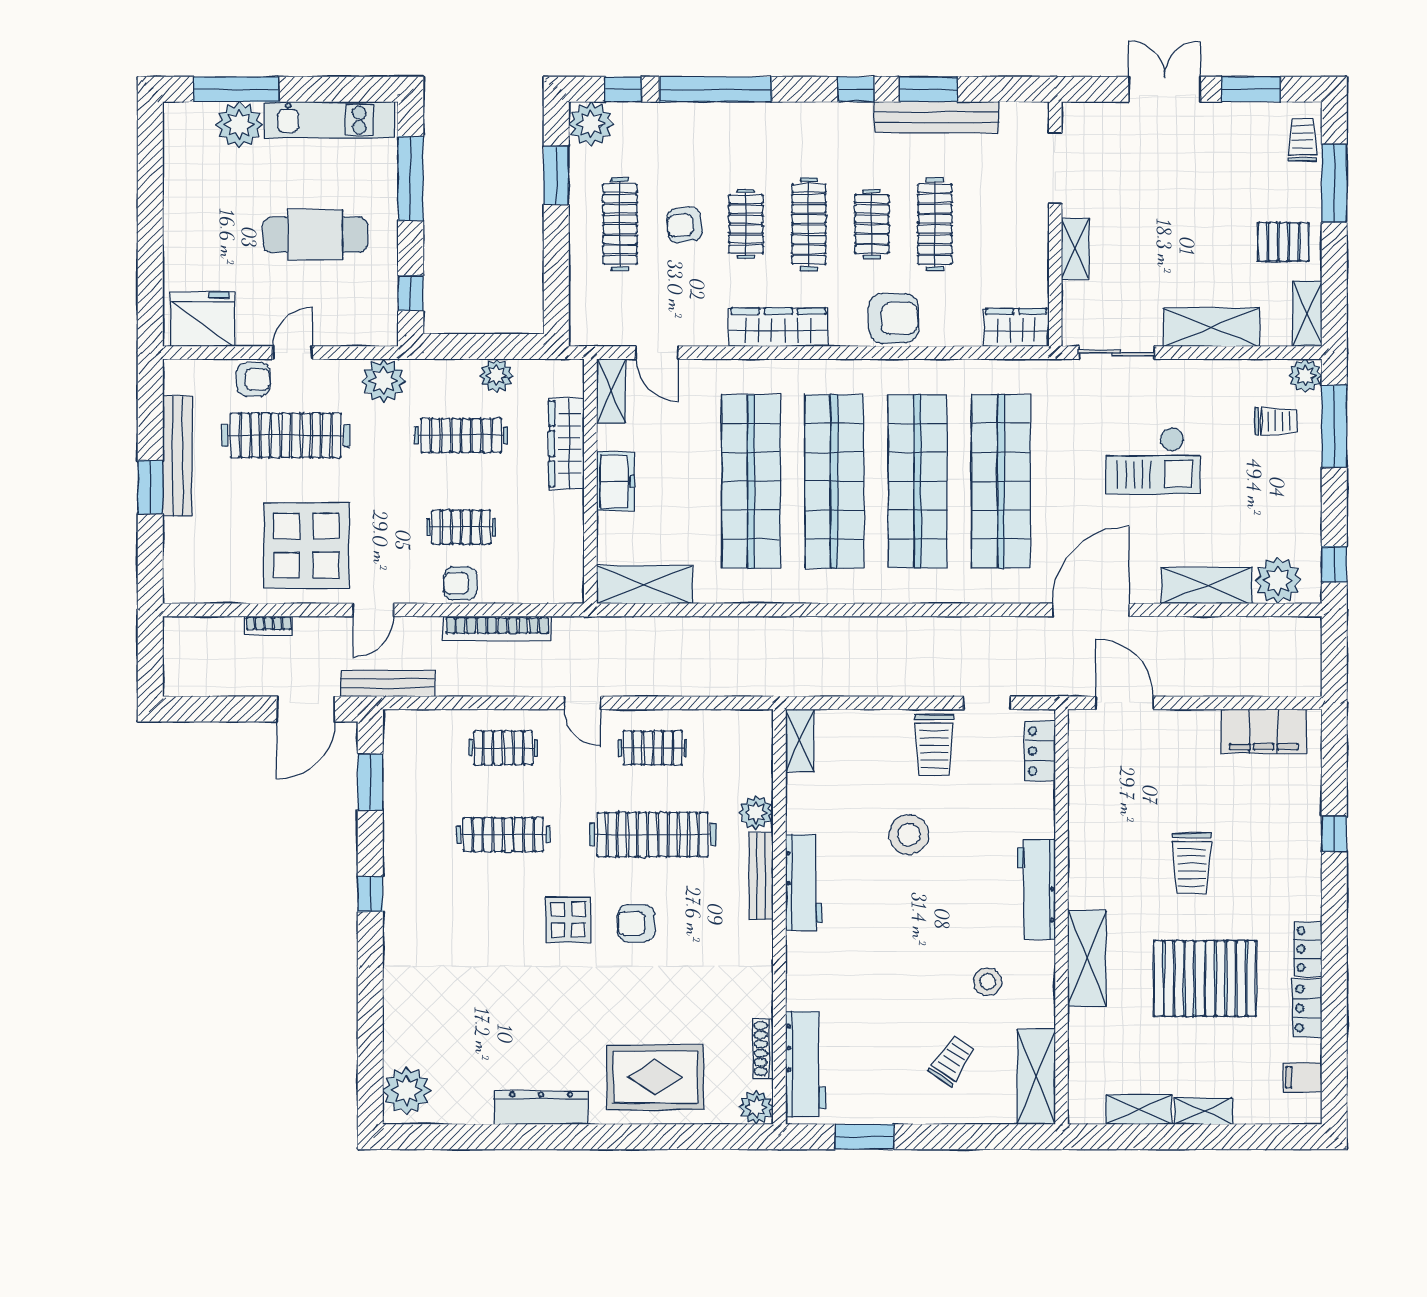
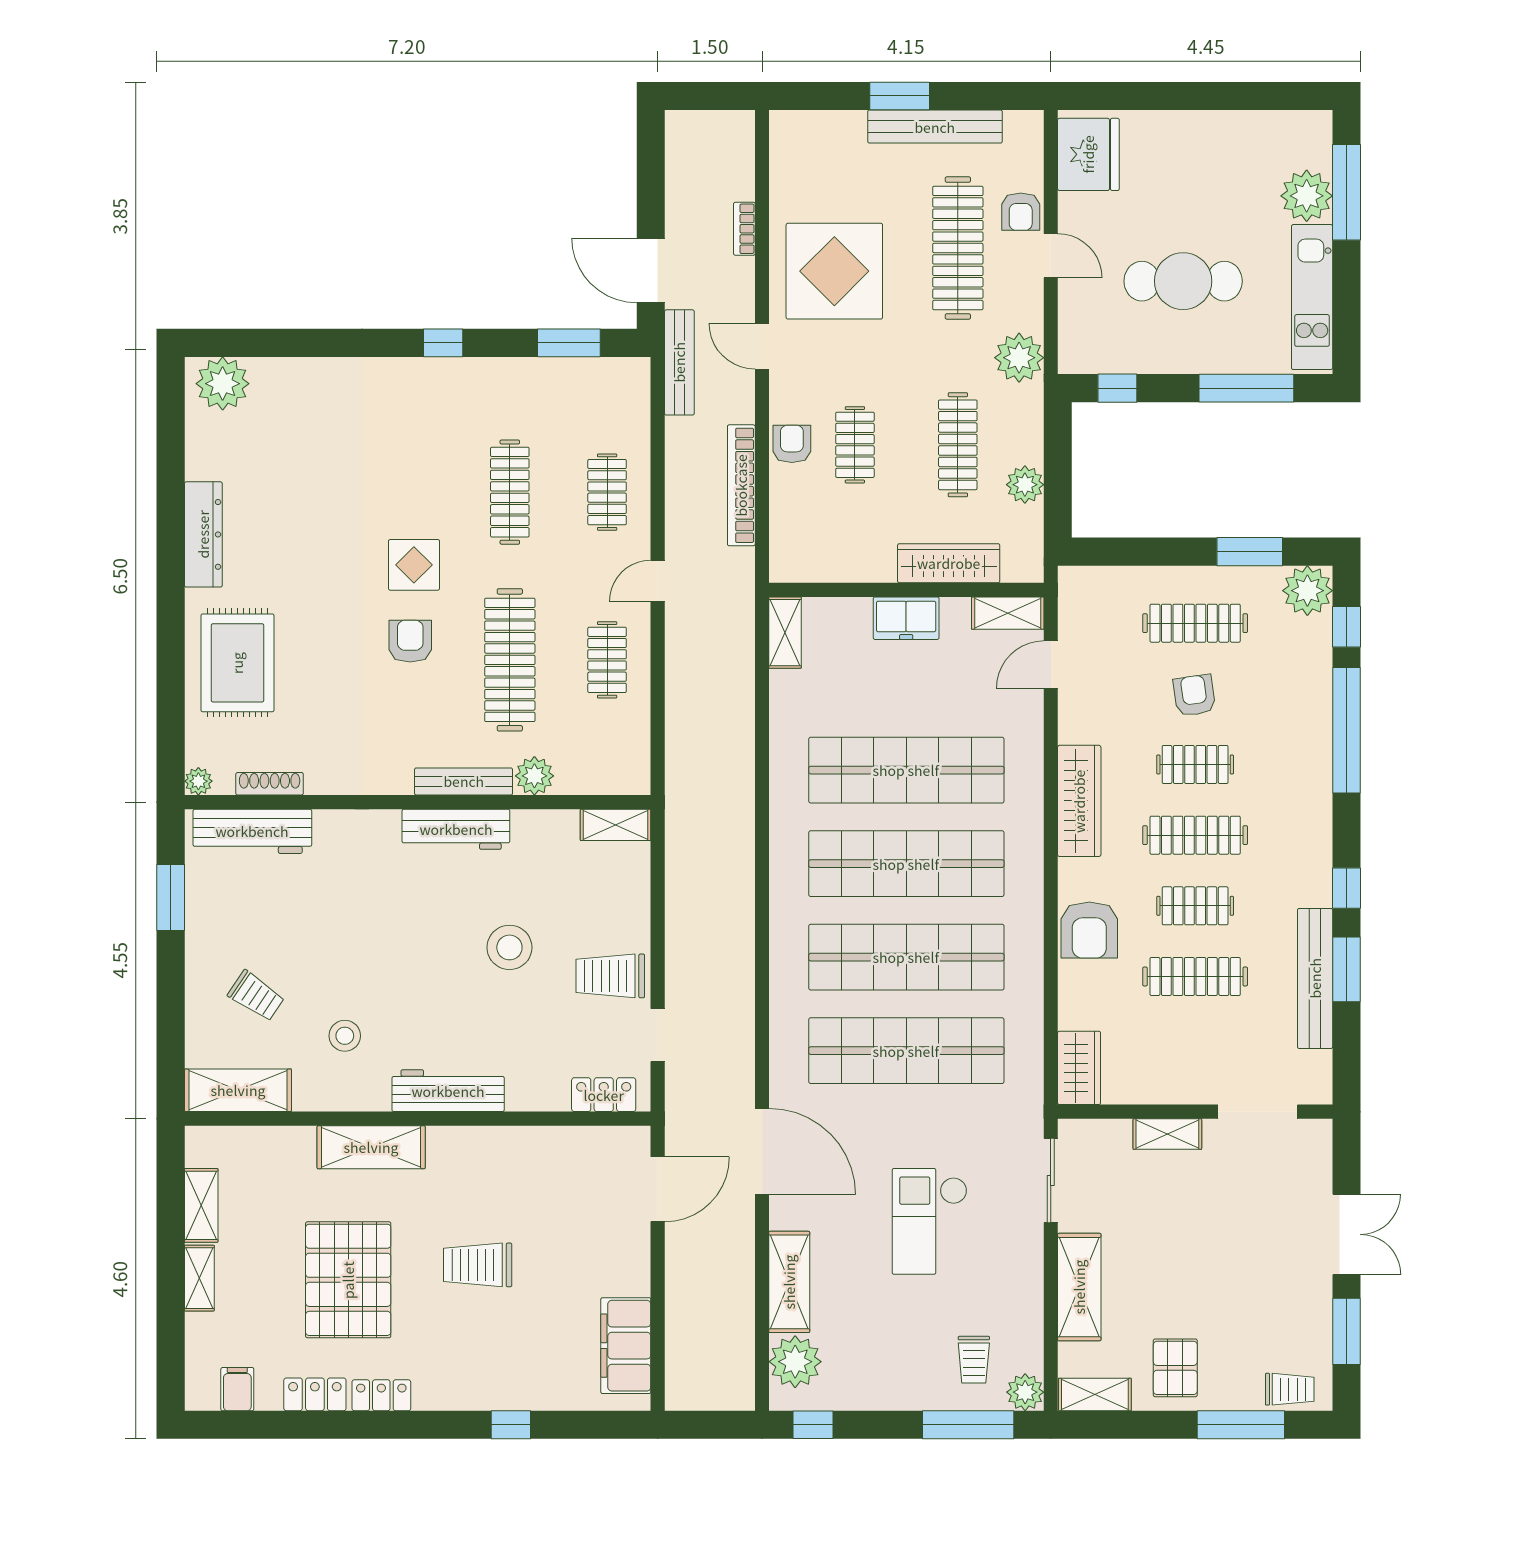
cafe table: (315, 235) -> (1183, 281), turned 90
shelving: (644, 585) -> (785, 633), width x0.67, depth x0.75
plant: (756, 1107) -> (198, 781), width x0.73, depth x0.73

